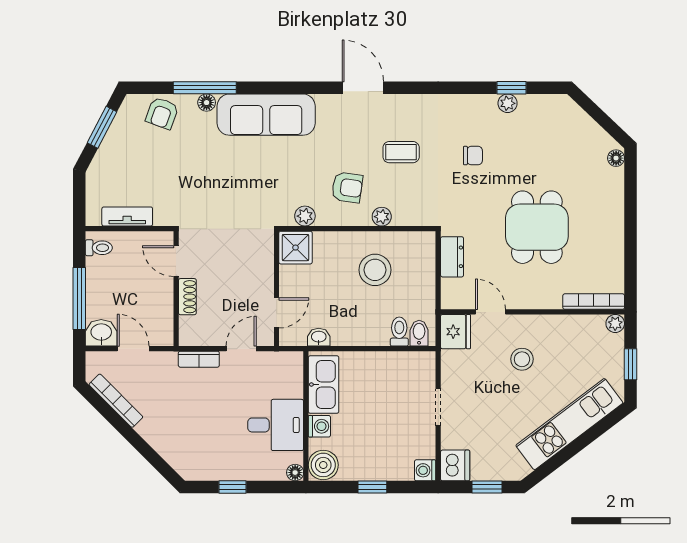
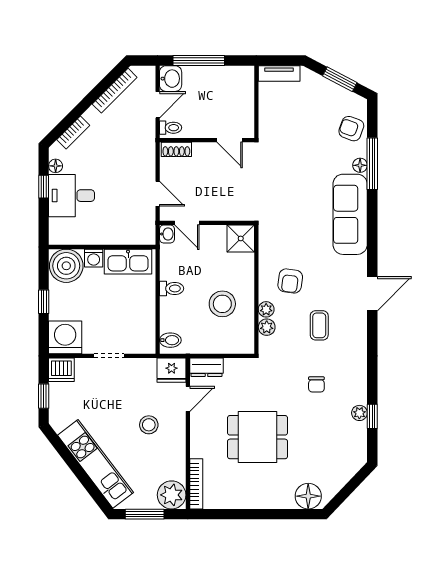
floor lamp: (616, 158) -> (308, 496), width x1.89, depth x1.89
tv unit: (127, 216) -> (279, 73), moved, turned 90
plant: (305, 216) -> (267, 327), moved
toilet: (99, 248) -> (171, 128), moved, turned -90
dresser: (452, 257) -> (206, 367), moved
door: (176, 261) -> (230, 140), swing flipped
shoe rack: (187, 297) -> (176, 149), moved
plant: (615, 323) -> (172, 495), width x1.88, depth x1.88
toilet: (399, 332) -> (172, 288), moved
washbasin: (319, 337) -> (167, 234), moved
bookcase: (199, 359) -> (73, 132), moved, turned -135
window: (631, 364) -> (145, 514), width x1.50
desk: (276, 425) -> (72, 196), moved, turned 90
boiler: (323, 465) -> (66, 266), width x1.37, depth x1.37
washing machine: (425, 470) -> (65, 337), width x1.89, depth x1.89
floor lamp: (295, 473) -> (56, 166), moved

